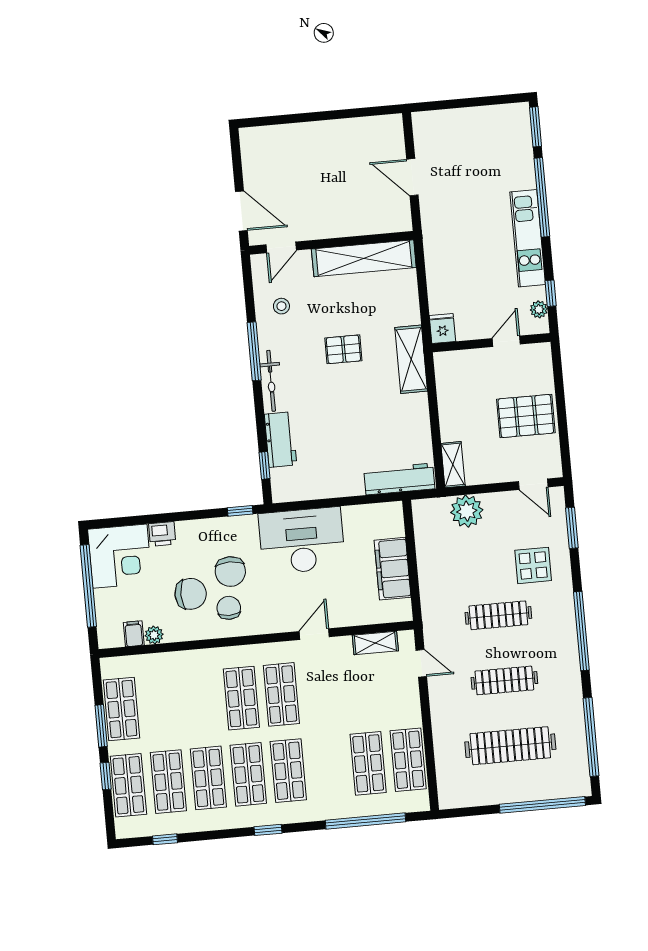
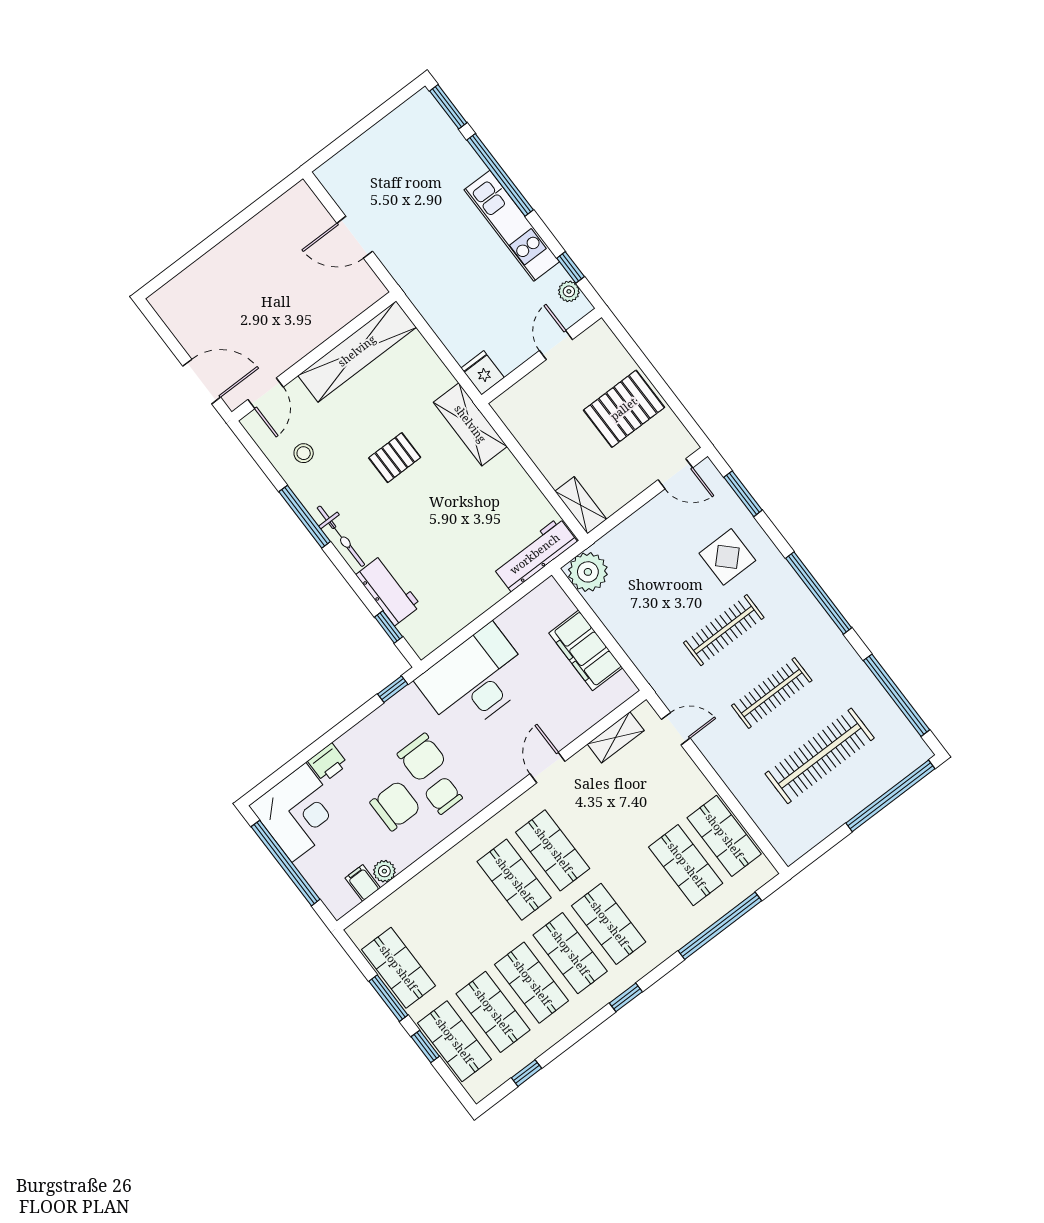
plant: (467, 511) -> (588, 572), moved

